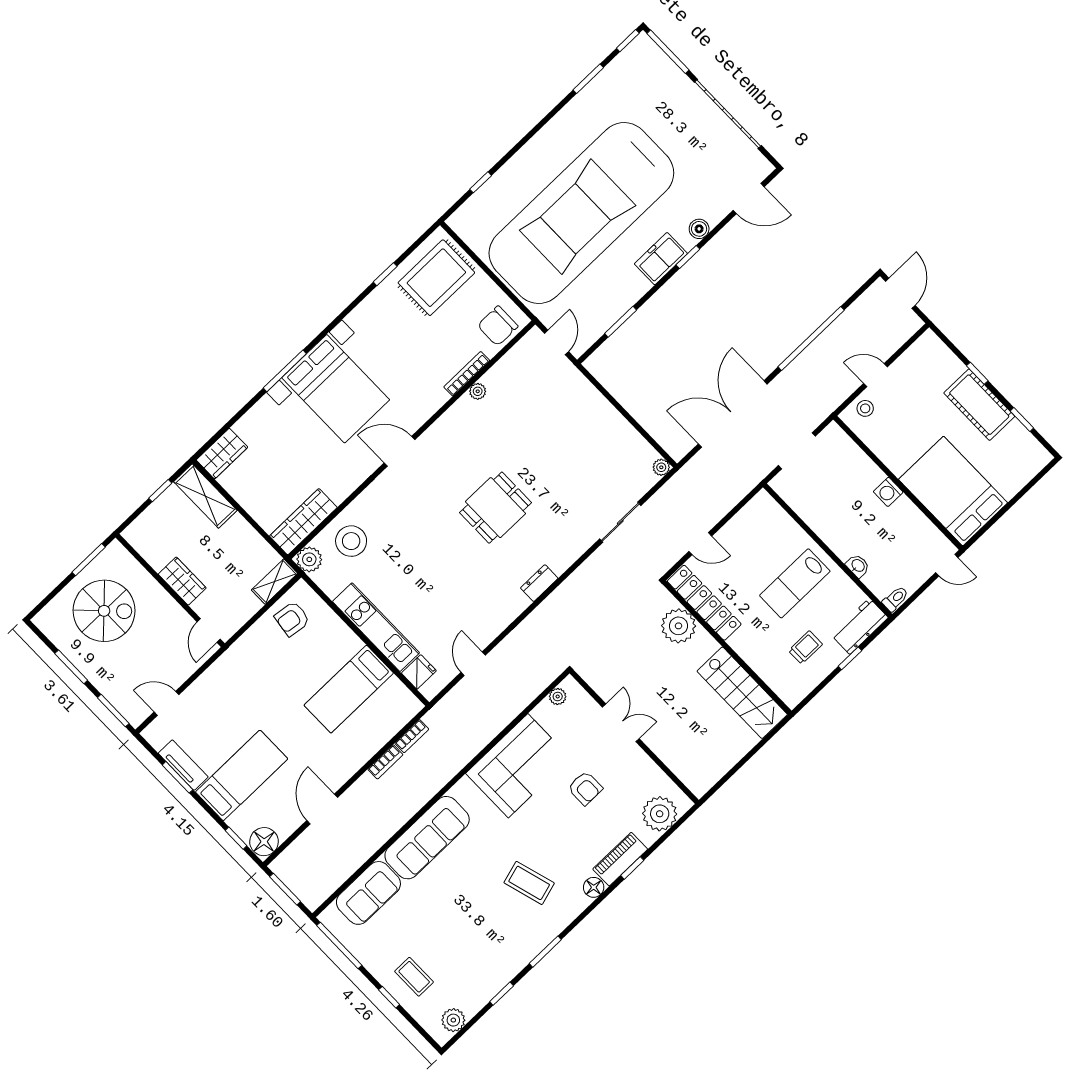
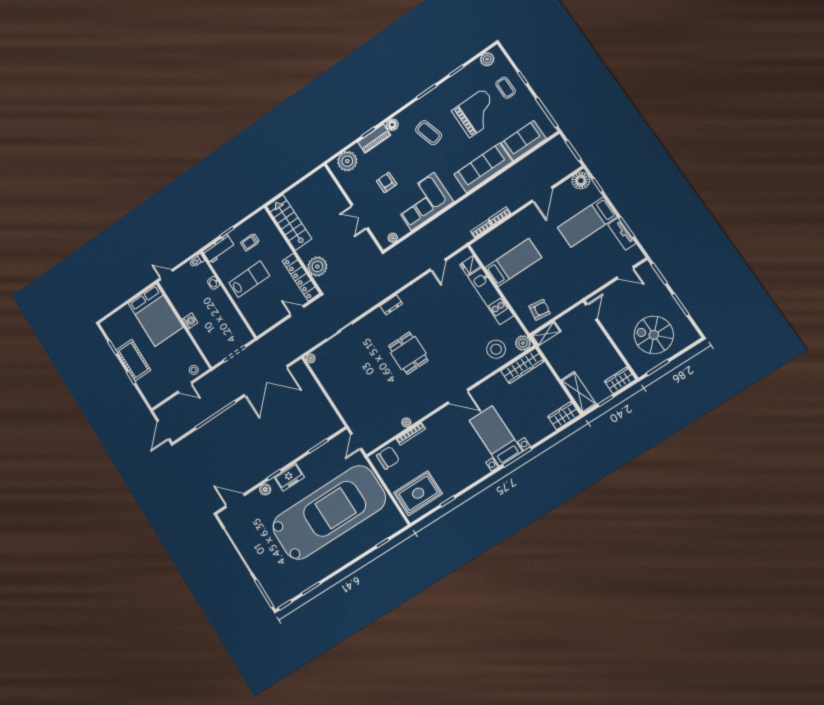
bed with nightstands: (336, 389) -> (496, 436), width x0.73
dining table: (496, 508) -> (408, 353), turned 90
wardrobe: (182, 581) -> (620, 380), moved, turned 90
grand piano: (454, 928) -> (477, 113), added

